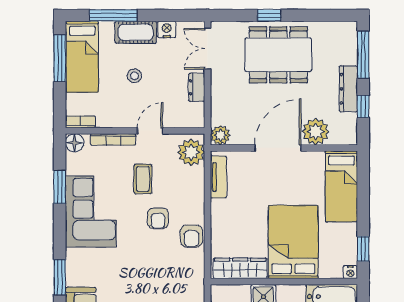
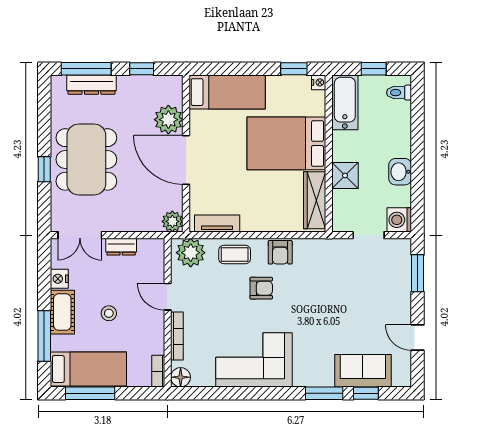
dresser: (348, 89) -> (91, 85), moved
coffee table: (143, 179) -> (235, 255), moved
window: (60, 187) -> (228, 393), removed
armchair: (191, 236) -> (280, 252), turned 90

